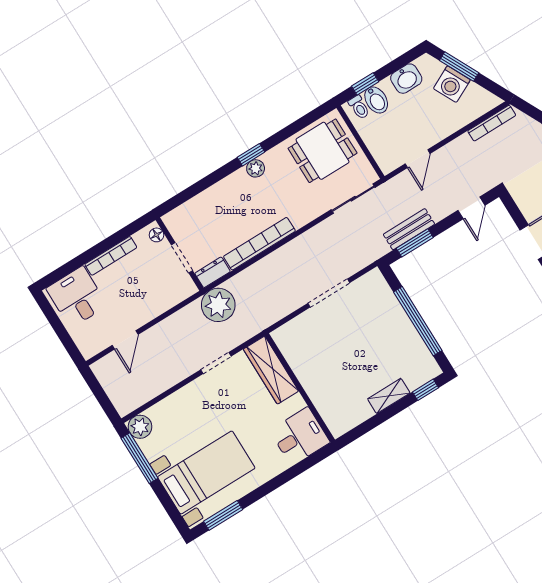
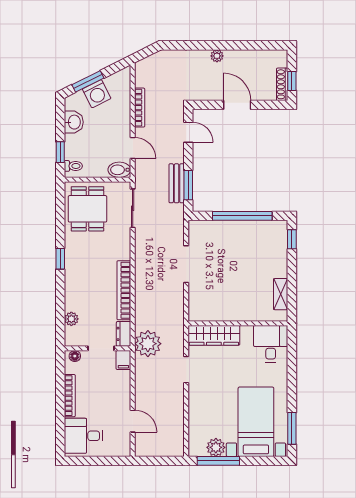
bidet: (376, 100) -> (119, 170), moved, turned 180
bookcase: (492, 123) -> (140, 108), moved
plant: (256, 168) -> (71, 319), moved
filing cabinet: (184, 290) -> (123, 360), added
shelving: (389, 396) -> (281, 294), moved
plant: (140, 427) -> (216, 447), moved

